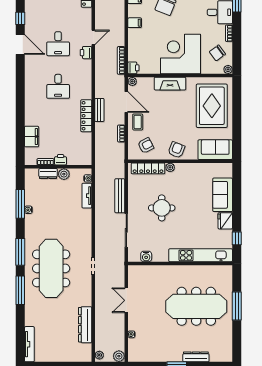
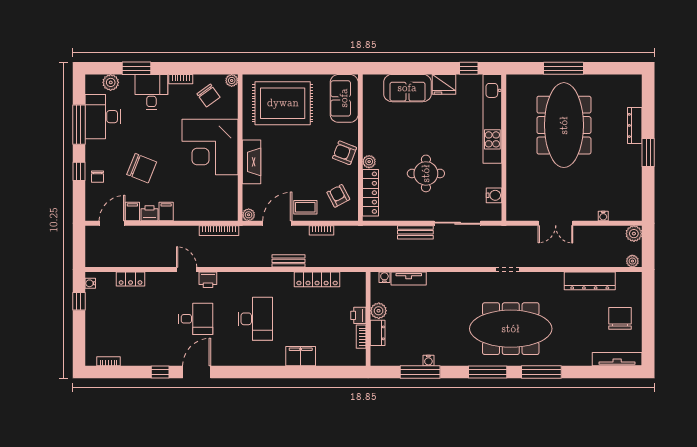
printer: (133, 68) -> (149, 213), moved
desk: (58, 86) -> (255, 319), width x1.37
locker: (86, 116) -> (317, 279), moved
filing cabinet: (32, 137) -> (301, 356), moved
bench: (120, 196) -> (415, 232), width x0.73
chair: (58, 346) -> (620, 318), added

